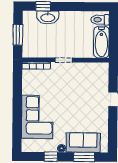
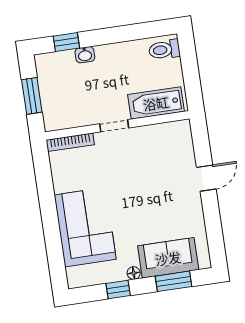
washbasin: (48, 17) -> (85, 55), width x0.52, depth x0.69
bathtub: (101, 42) -> (156, 103), moved, turned 90

